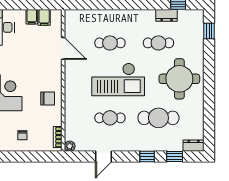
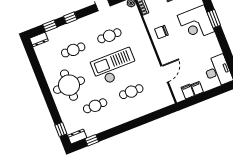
dresser: (167, 15) -> (77, 137), moved
door: (63, 48) -> (165, 74), swing flipped
cafe table: (158, 118) -> (73, 50), width x0.73, depth x0.74

